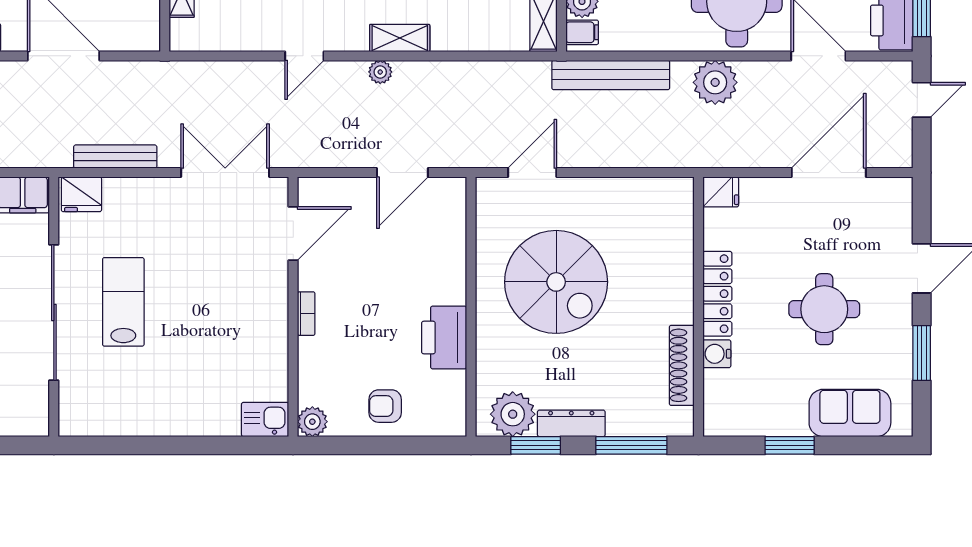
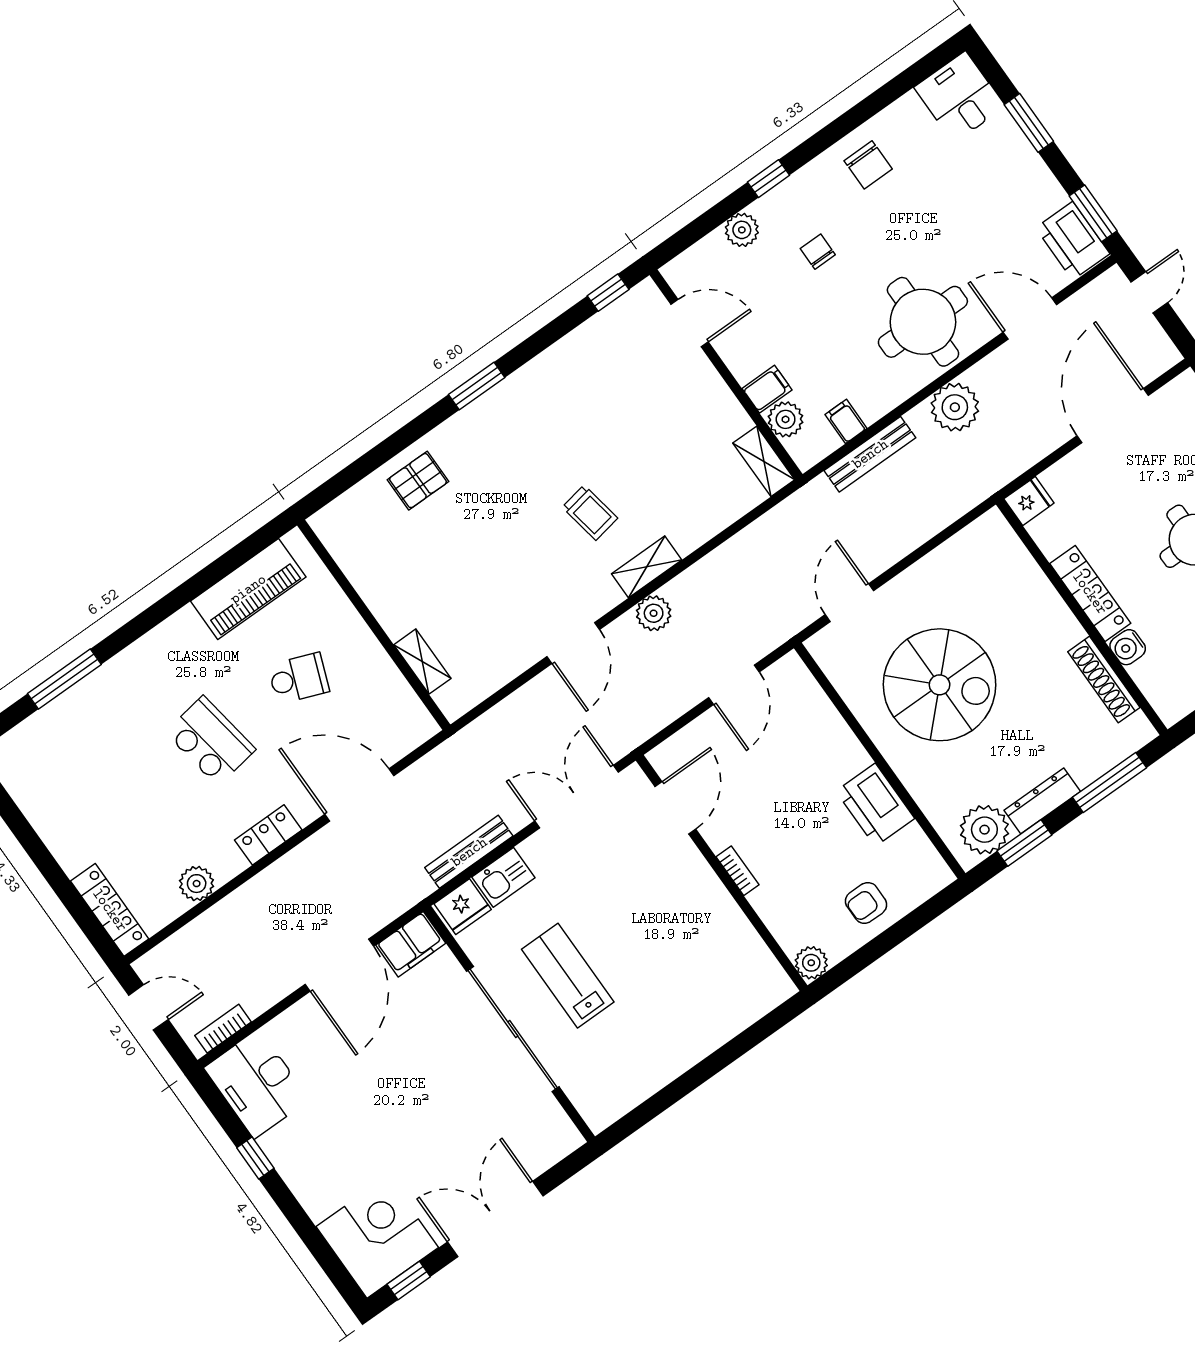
filing cabinet: (582, 32) -> (846, 421), moved, turned -90
door: (304, 56) -> (573, 643), width x1.38
plant: (380, 72) -> (654, 613), width x1.38, depth x1.38
bench: (611, 75) -> (870, 454), width x0.73, depth x0.82
kitchen sink: (265, 419) -> (503, 877), moved, turned 180

